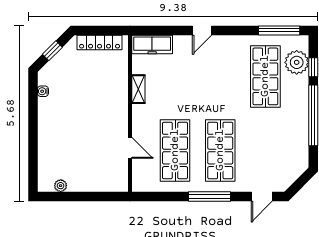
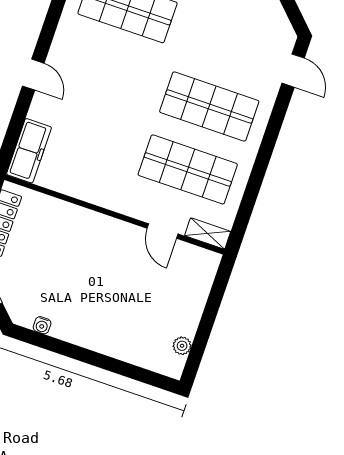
shelving: (138, 89) -> (208, 234), moved
door: (130, 148) -> (163, 231), swing flipped
window: (210, 196) -> (268, 143), removed

